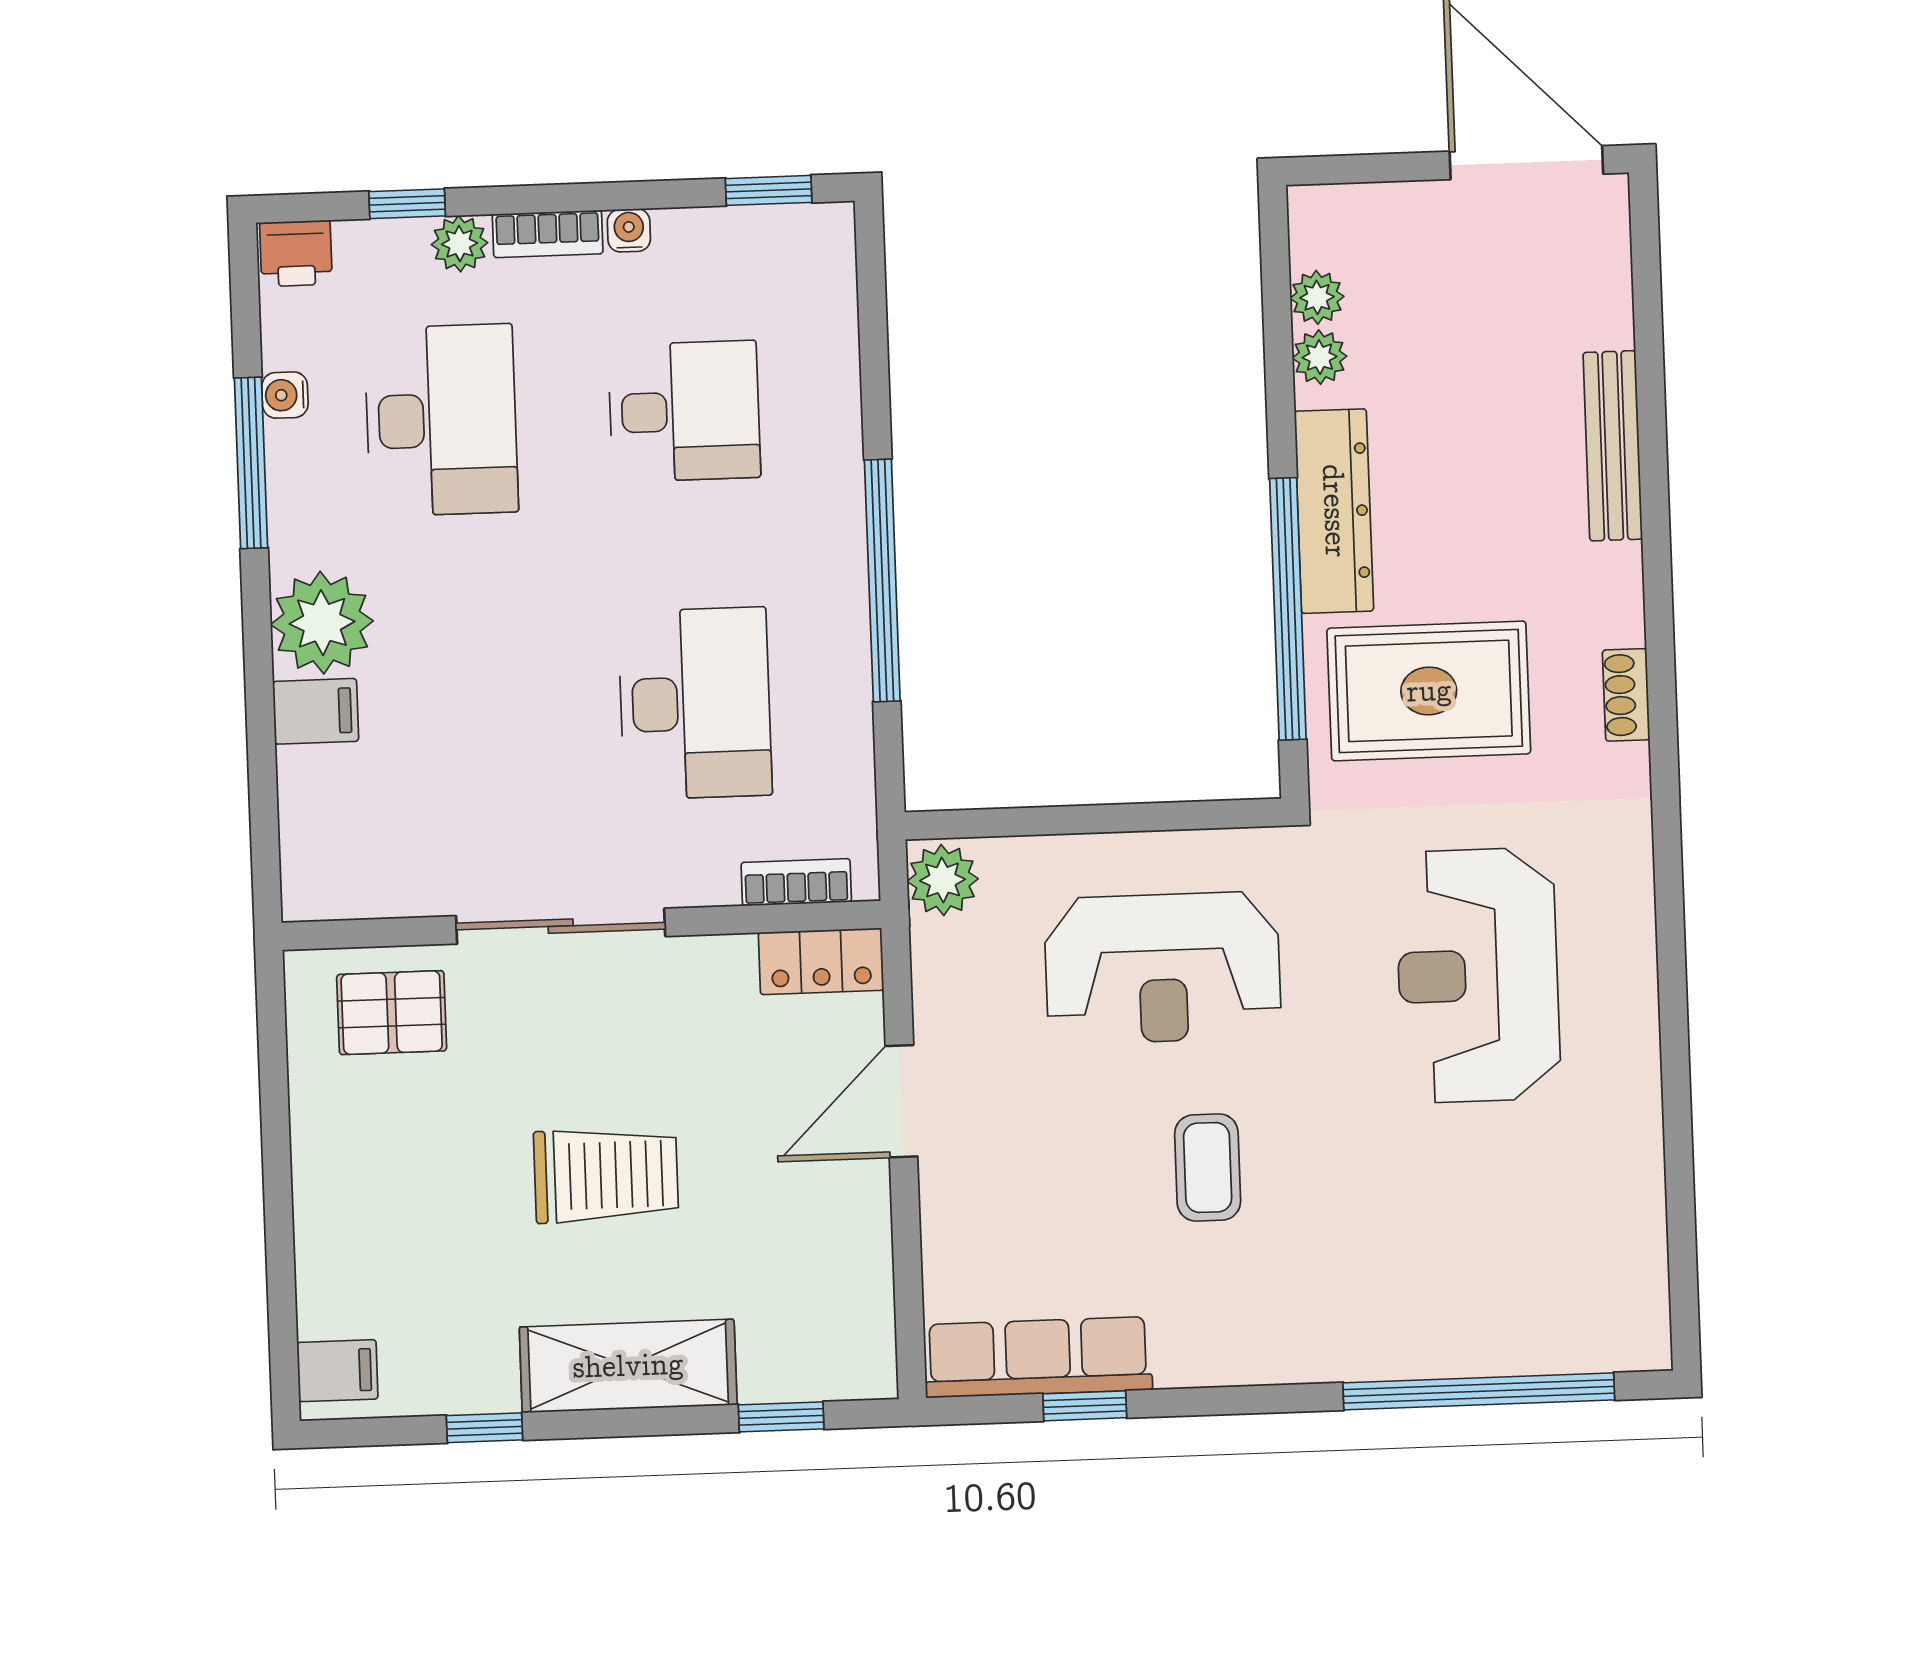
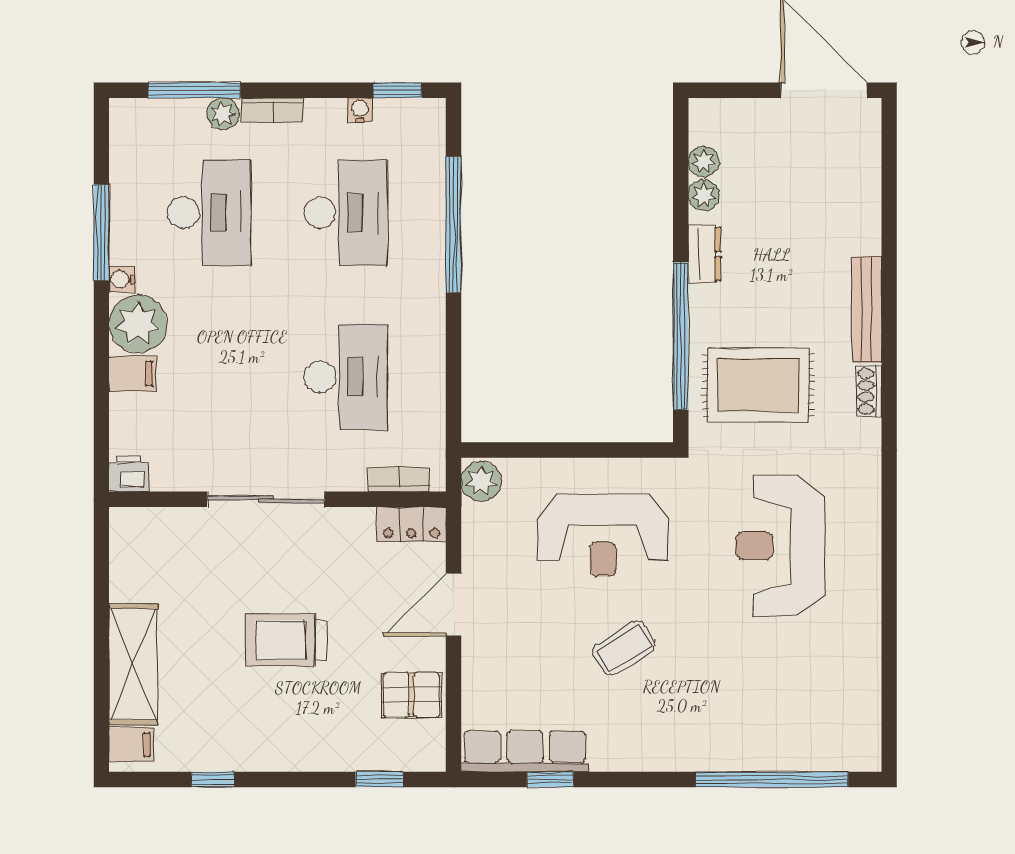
window: (407, 204) -> (194, 90), width x2.17
water cooler: (629, 230) -> (360, 110), moved
printer: (296, 253) -> (129, 474), moved, turned 180
water cooler: (285, 395) -> (122, 279), moved
desk: (684, 411) -> (346, 213), width x1.37
bench: (1613, 446) -> (867, 310), moved
dresser: (1334, 511) -> (705, 254), width x0.51, depth x0.80
window: (882, 580) -> (454, 225), moved
pallet: (392, 1013) -> (411, 695), moved
coffee table: (1208, 1168) -> (624, 648), turned 59
trolley: (606, 1175) -> (286, 640), turned 180
shelving: (628, 1366) -> (133, 664), moved, turned 90

